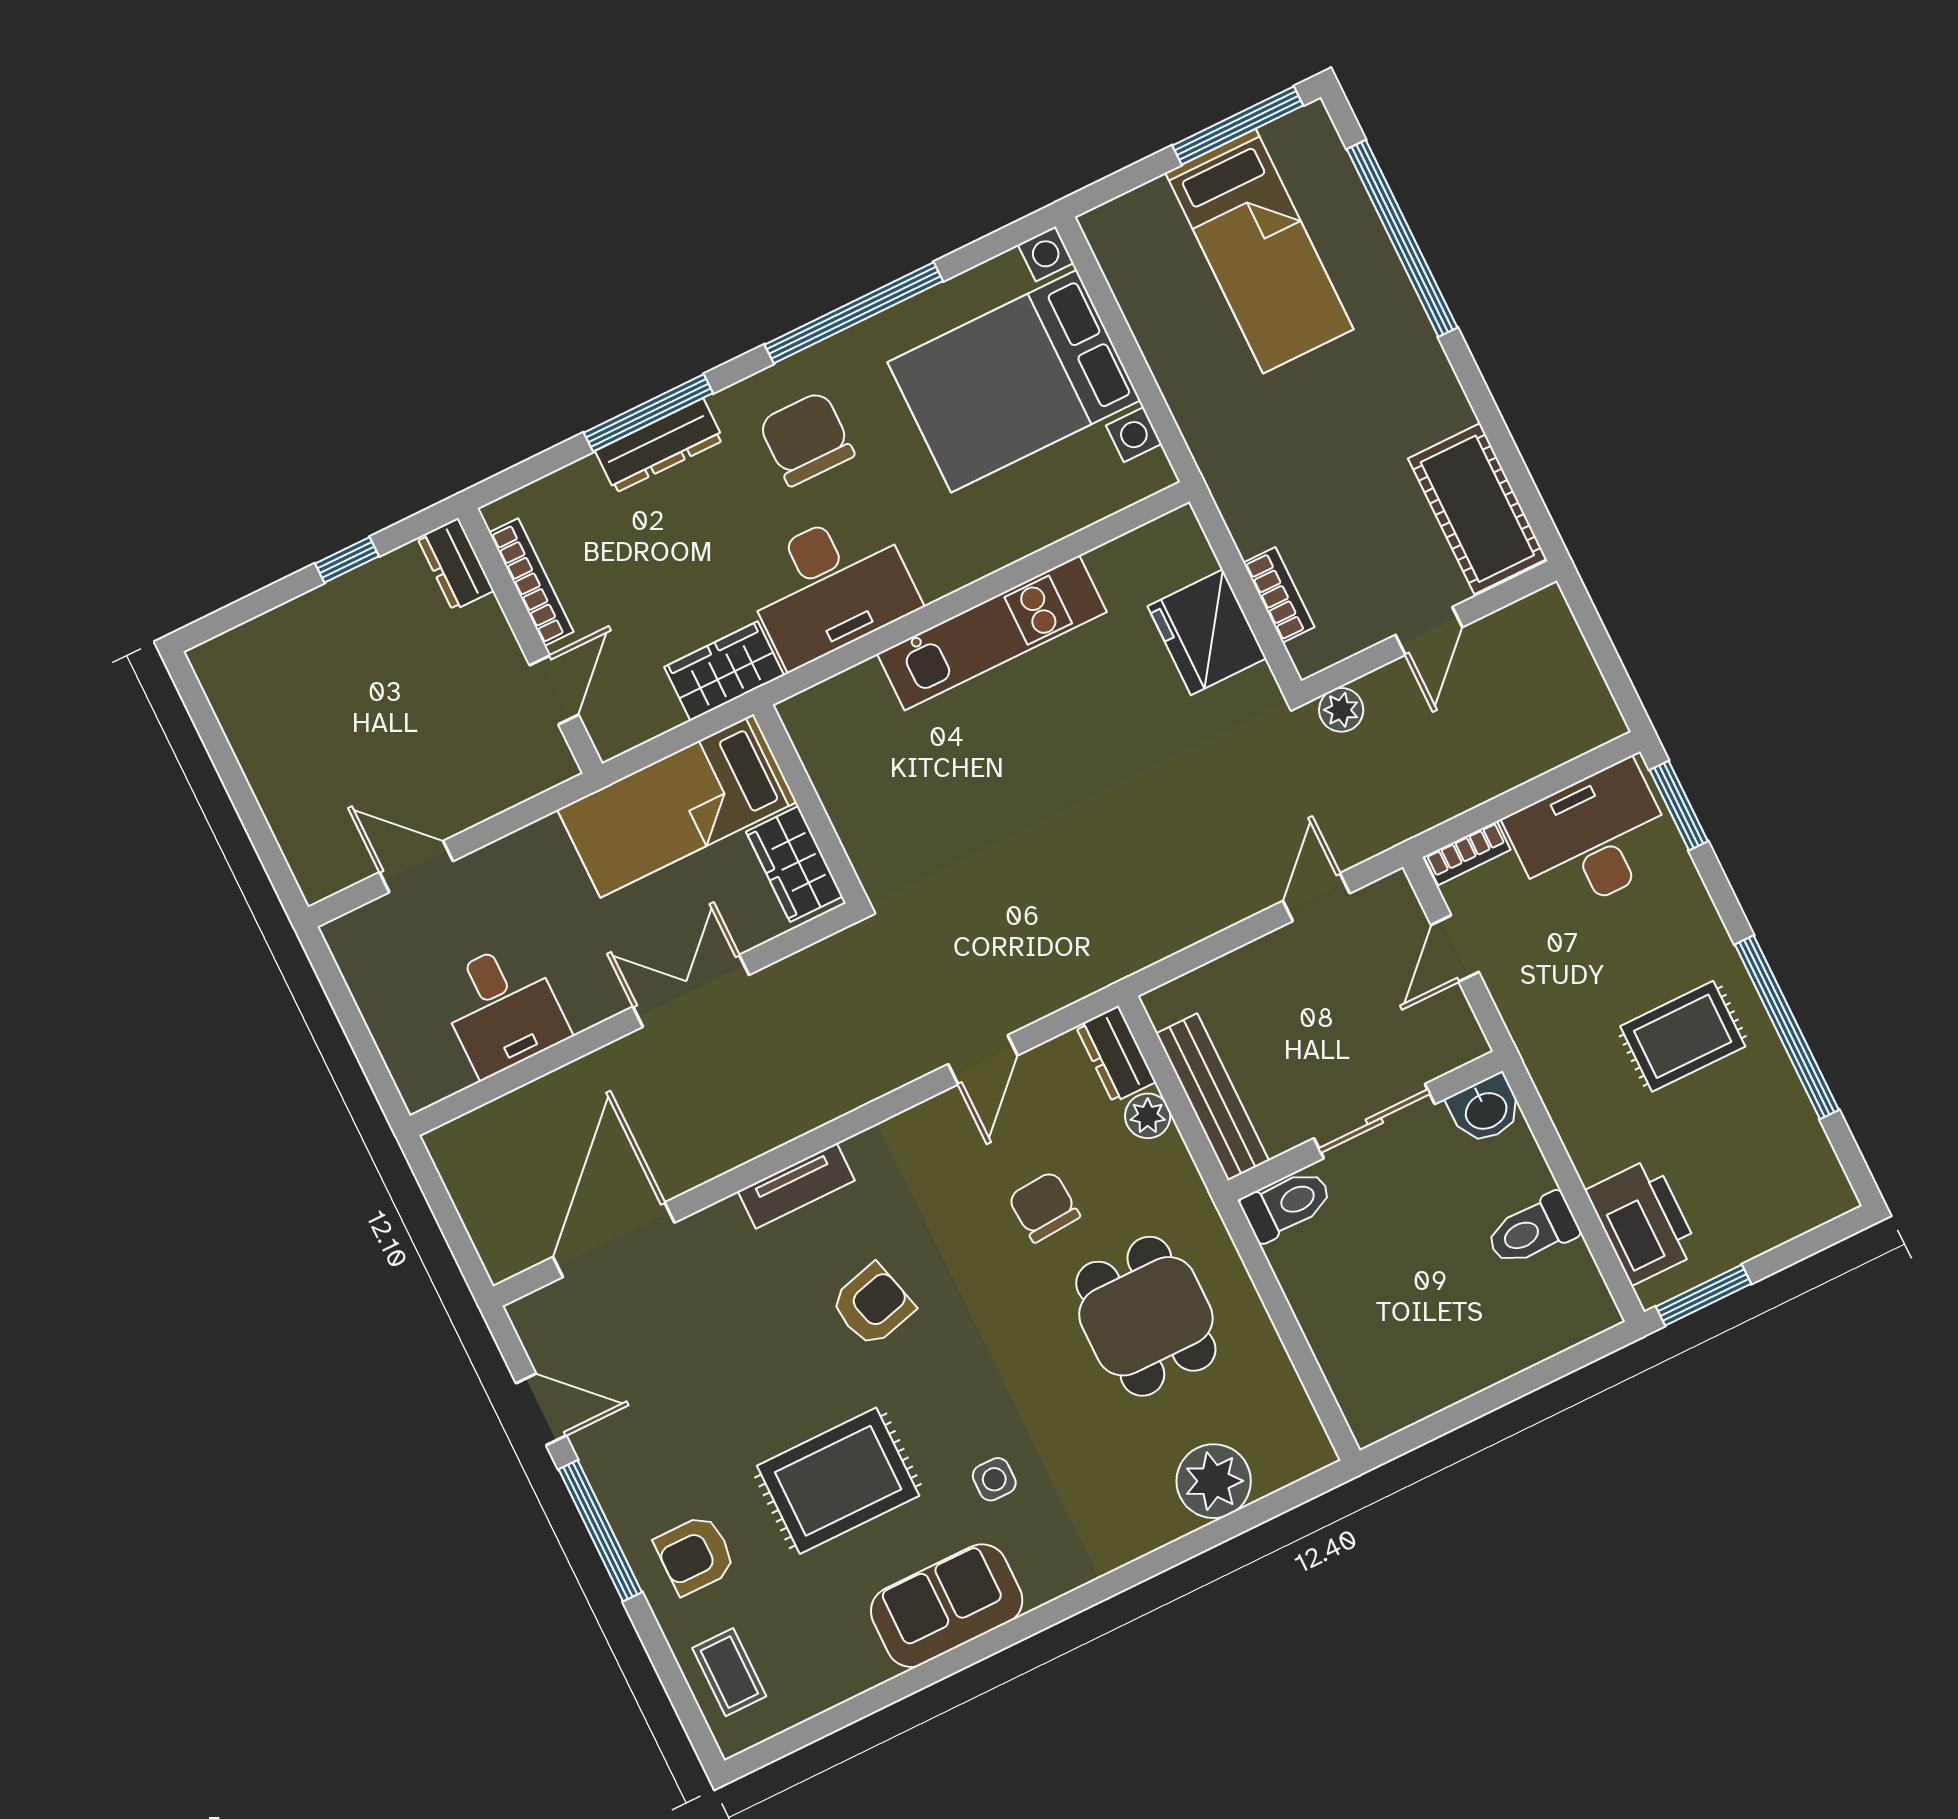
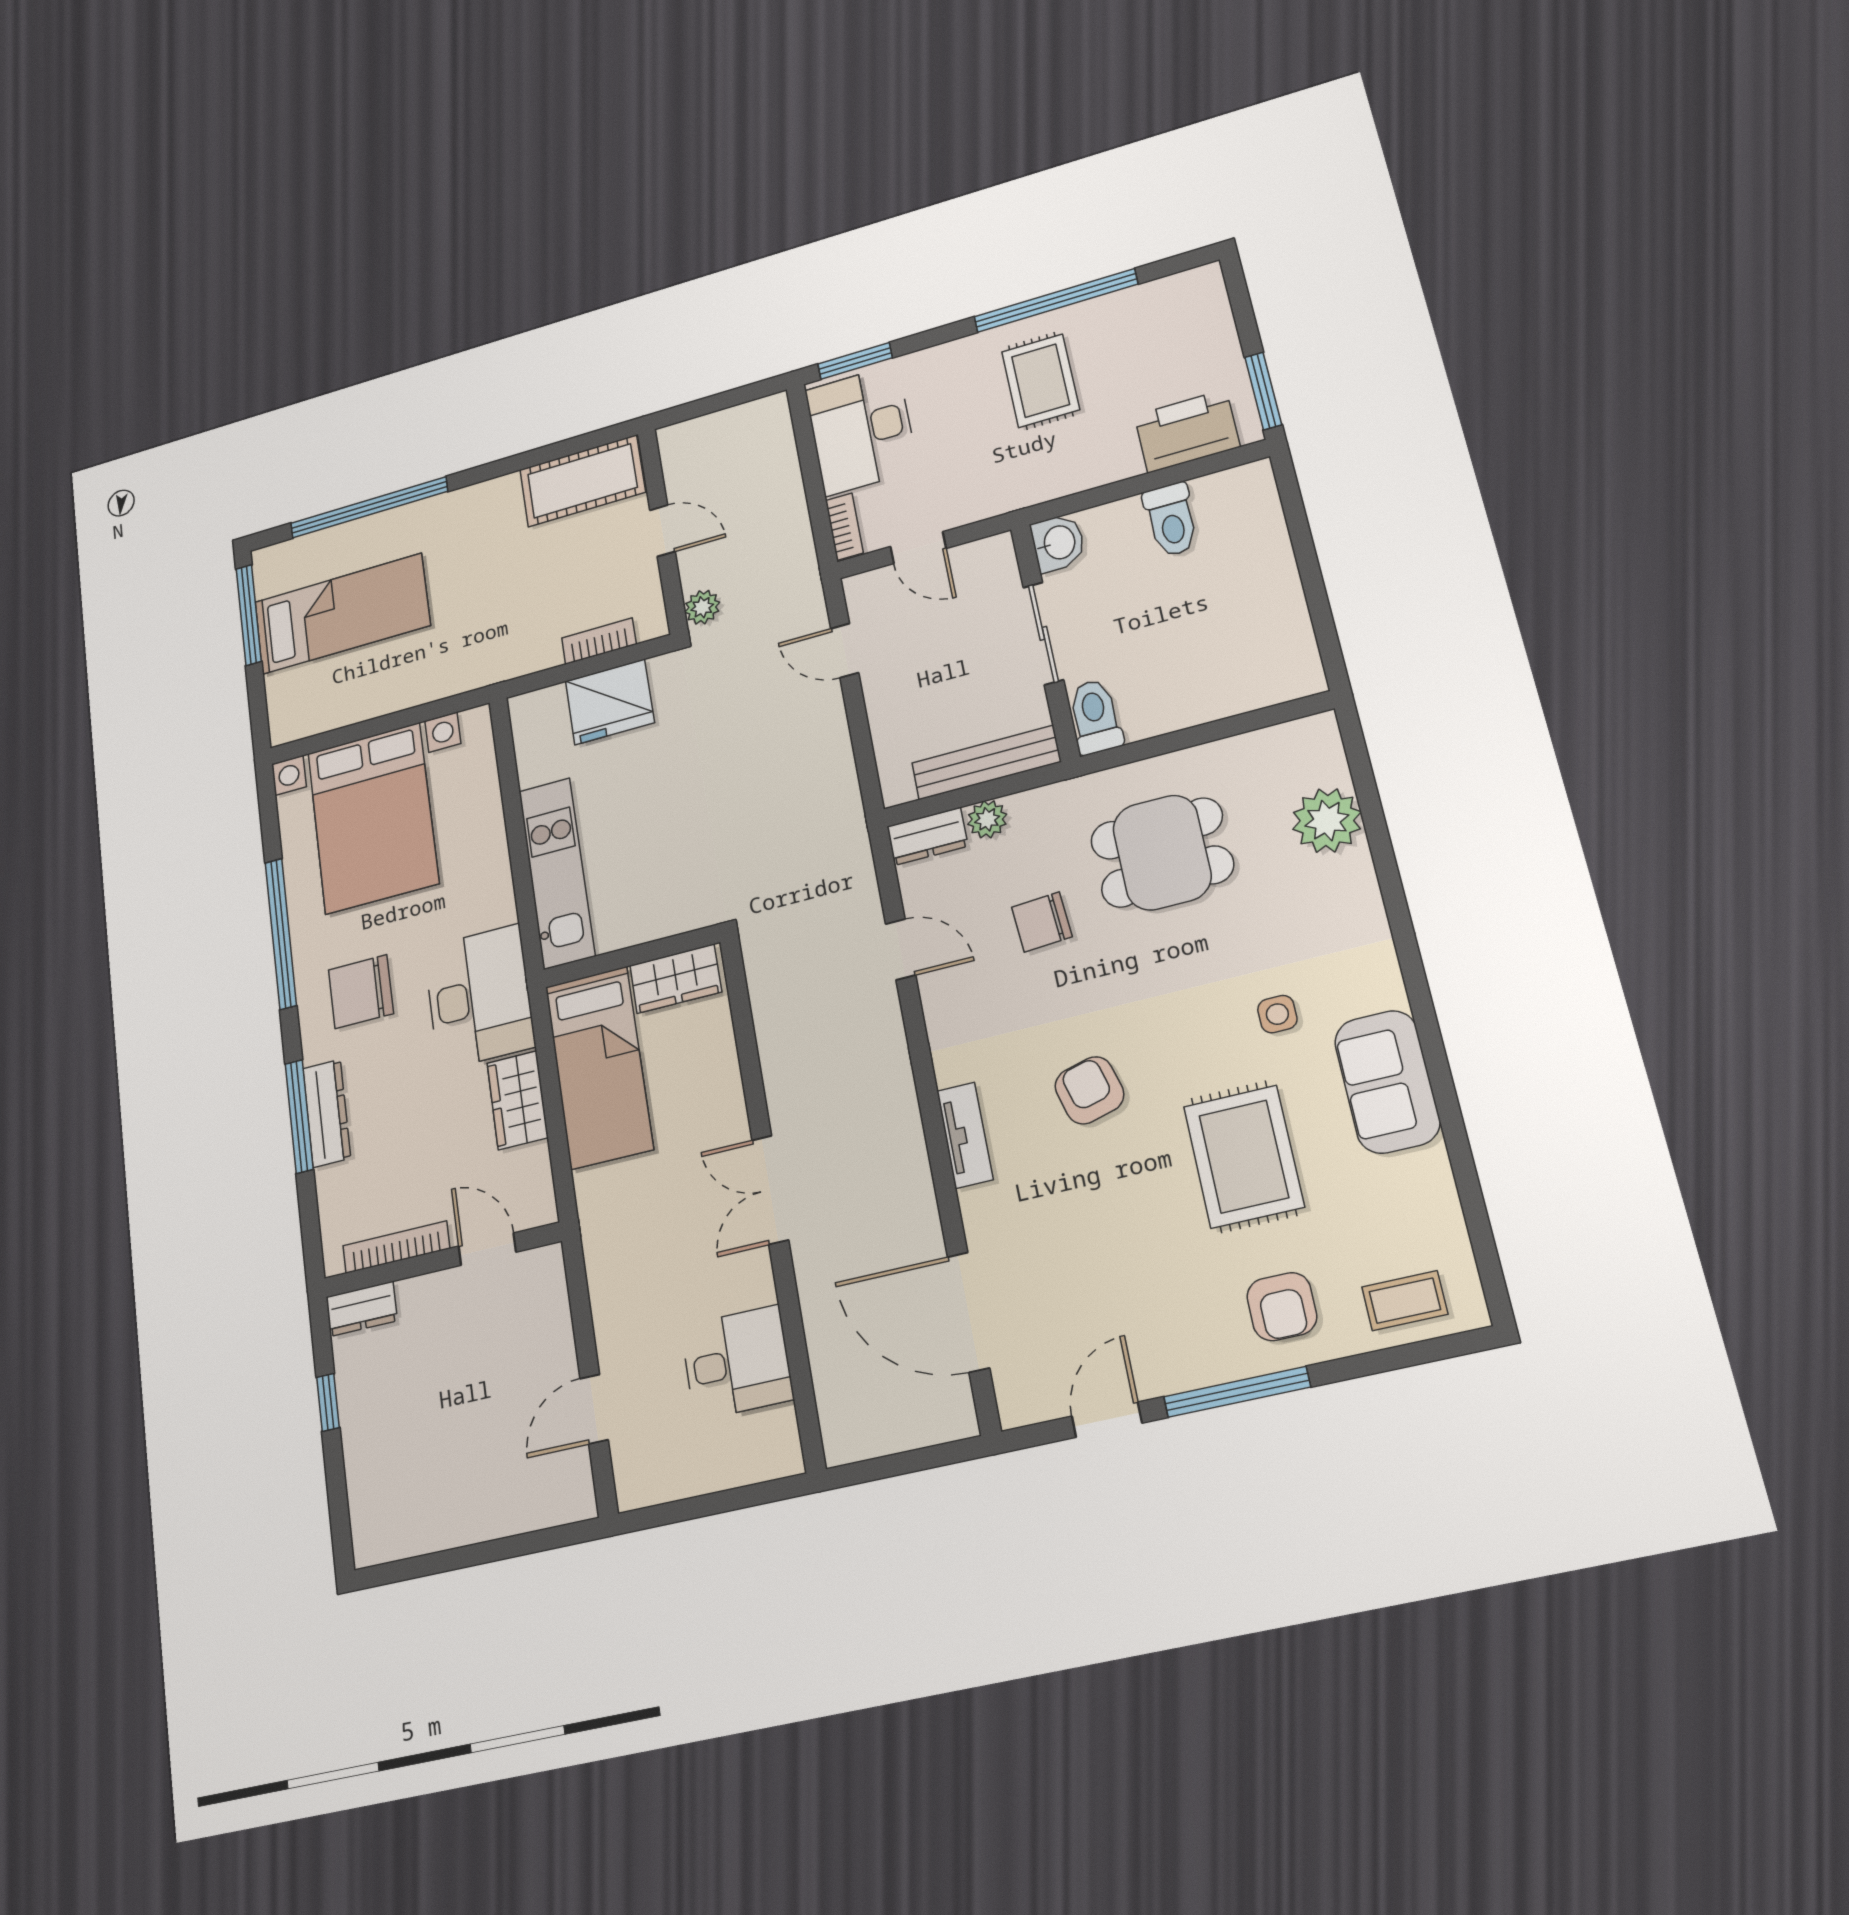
wall: (809, 804) -> (631, 956), moved
bed: (677, 806) -> (599, 1067), moved
wardrobe: (794, 864) -> (676, 979), moved

